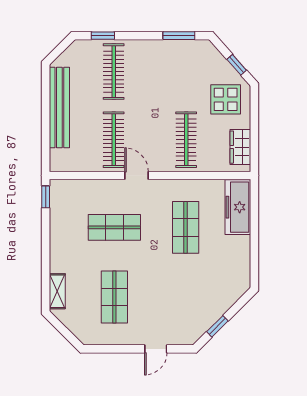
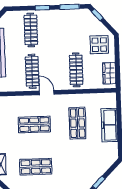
window: (103, 36) -> (42, 8), moved
window: (237, 65) -> (97, 15), moved
freezer: (238, 207) -> (109, 125), moved
shop shelf: (114, 297) -> (36, 167), turned 90

